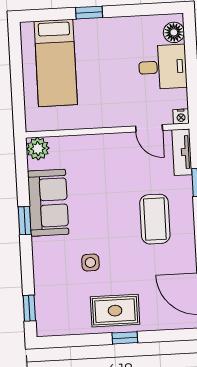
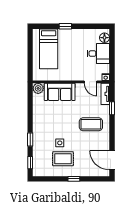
sofa: (48, 203) -> (60, 92), moved, turned 90
coffee table: (155, 219) -> (91, 124), turned 90
window: (25, 221) -> (30, 140), moved
rug: (115, 311) -> (63, 159), moved

